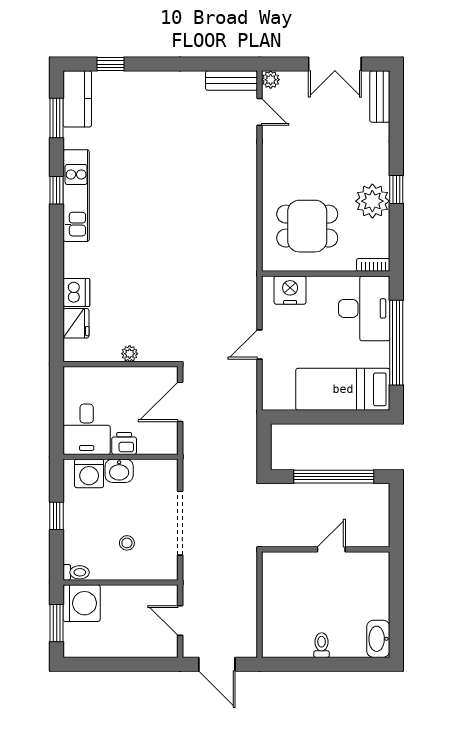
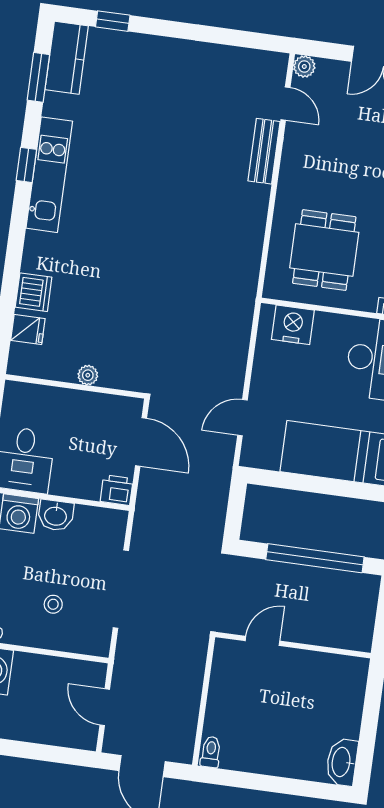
bench: (232, 81) -> (264, 151), moved, turned 90
dining table: (307, 226) -> (324, 250), turned 90
fridge: (76, 323) -> (28, 329), width x0.72
door: (259, 344) -> (242, 418), moved
door: (180, 402) -> (141, 442), swing flipped
printer: (124, 443) -> (117, 490), moved
door: (331, 549) -> (262, 641), moved
toilet: (322, 645) -> (211, 752), moved

